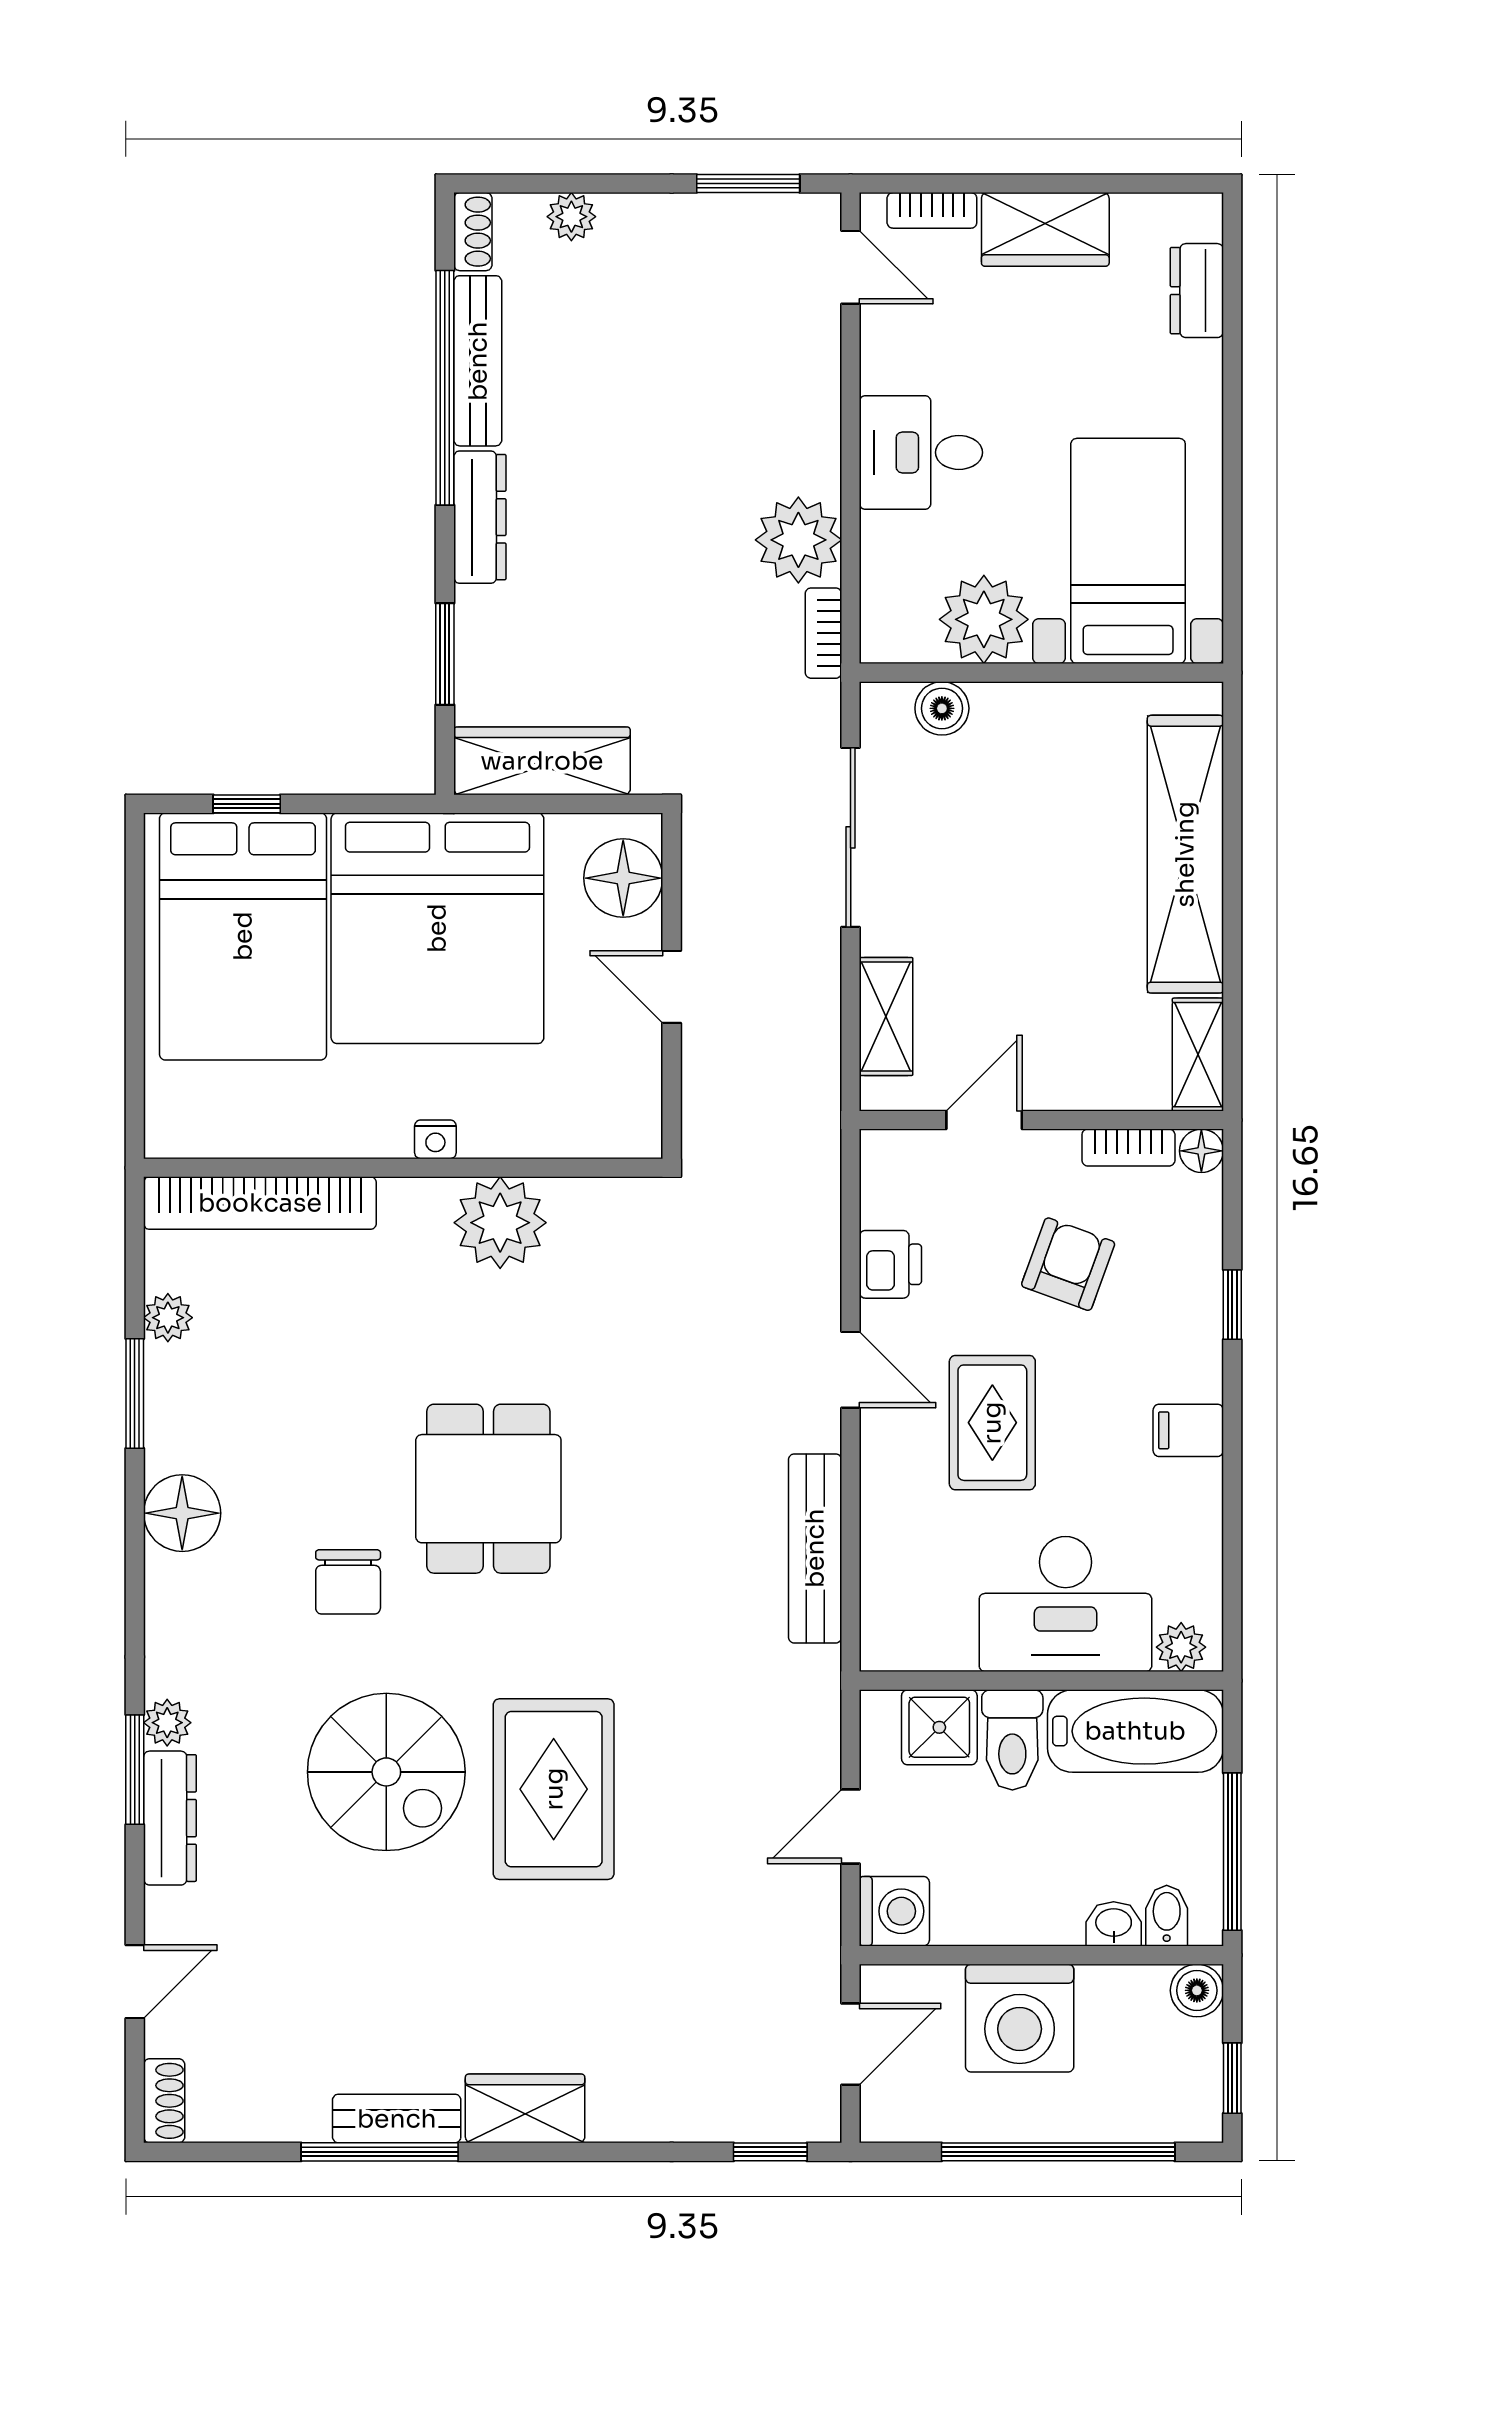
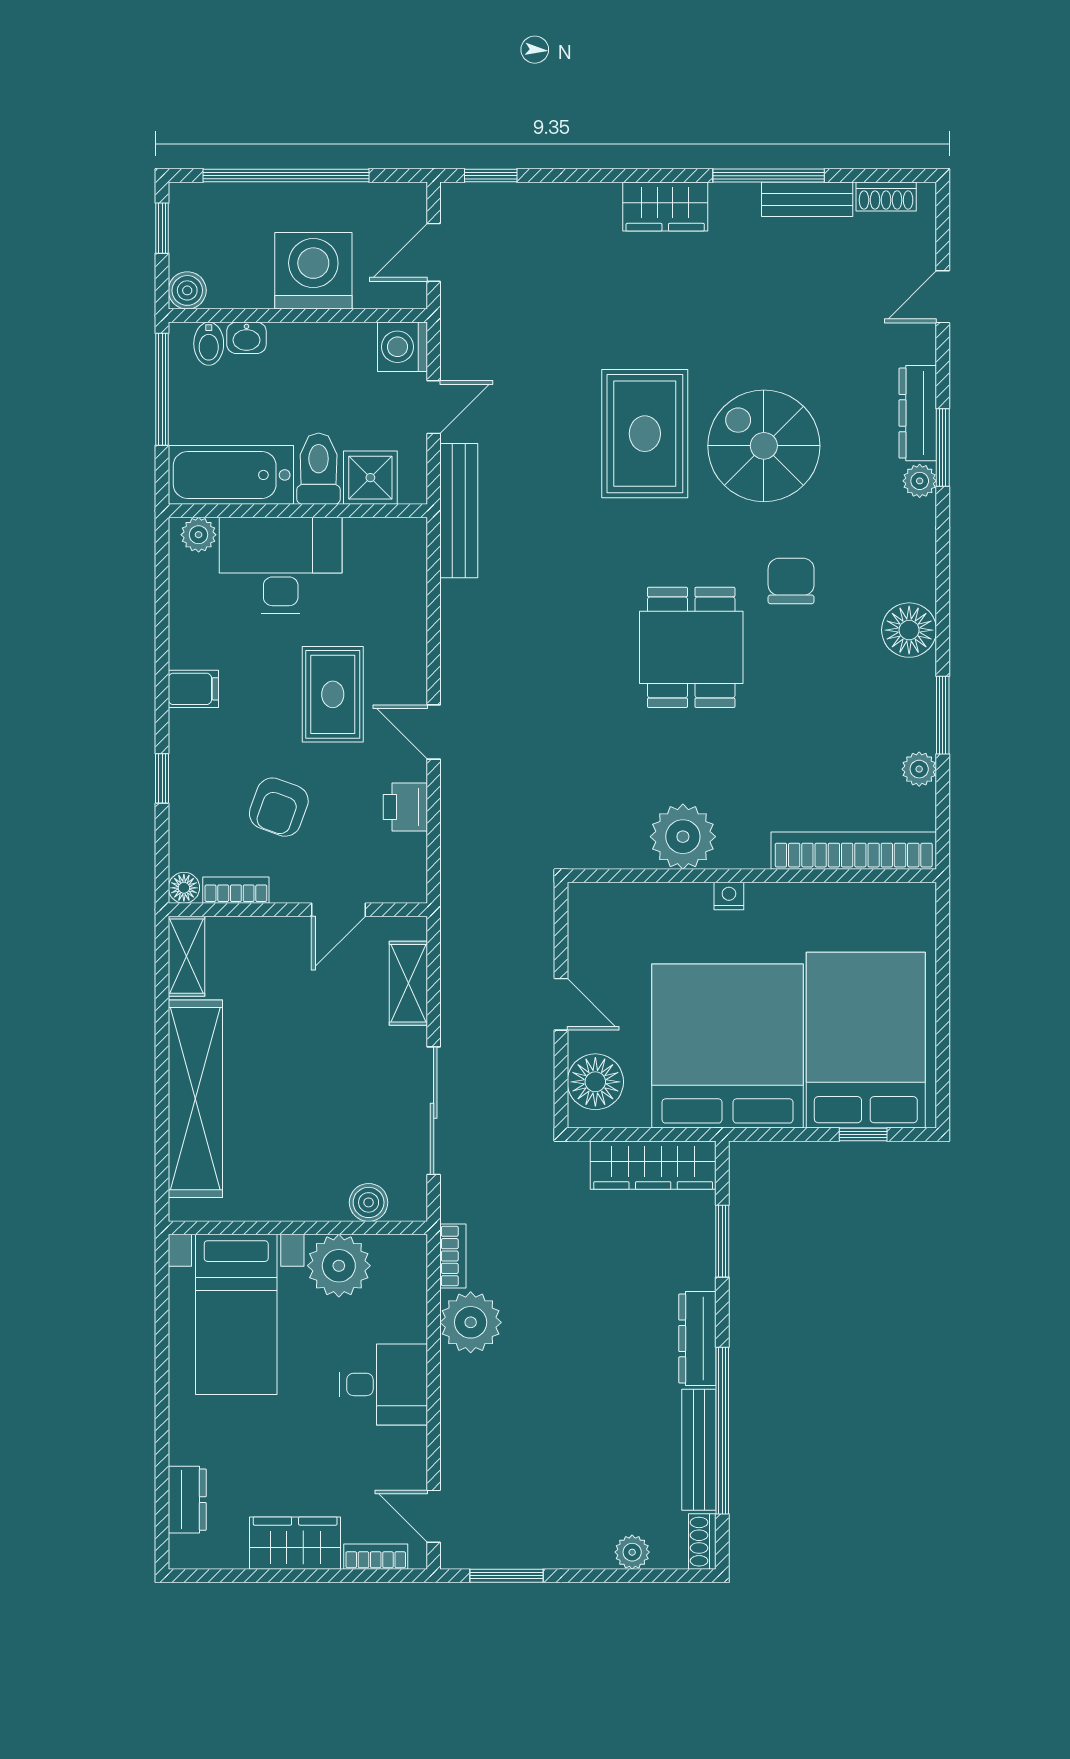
bench: (815, 1548) -> (459, 511), moved
shoe rack: (164, 2101) -> (886, 197), moved, turned -90
bench: (397, 2119) -> (807, 199), moved

